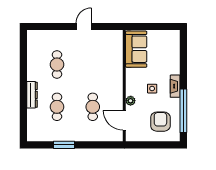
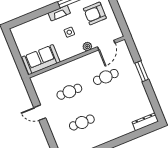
dresser: (32, 95) -> (145, 122), moved
cafe table: (57, 107) -> (69, 92), moved
window: (64, 145) -> (142, 71), moved

